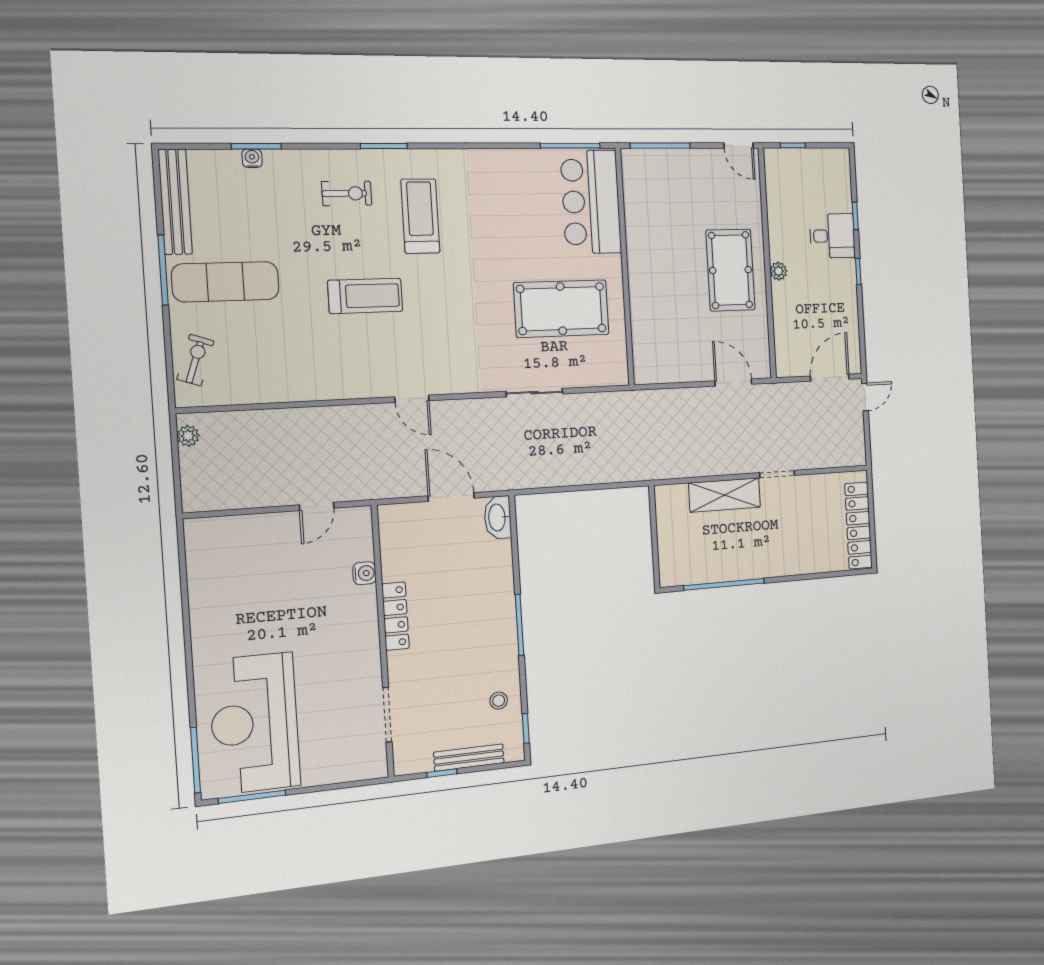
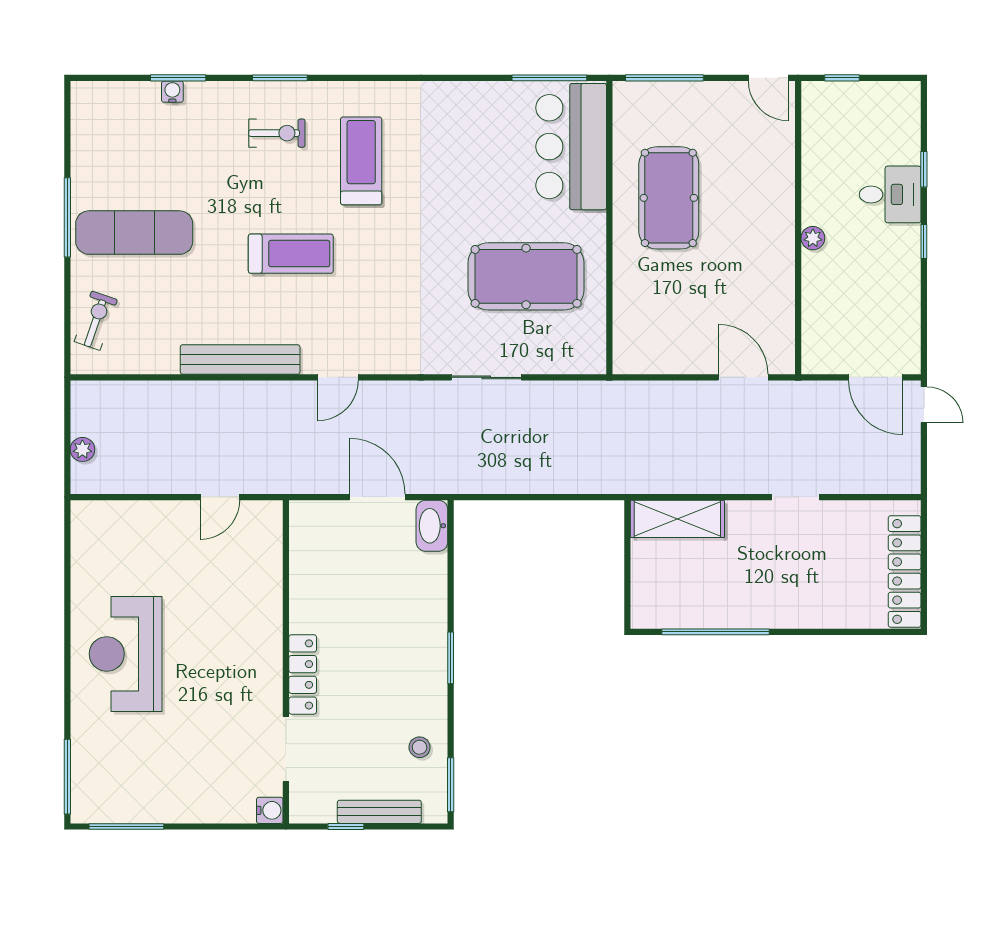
window: (384, 146) -> (280, 78), moved
bench: (175, 202) -> (240, 359), moved, turned 90
pool table: (730, 270) -> (669, 198), moved
door: (830, 378) -> (876, 377), swing flipped
door: (865, 397) -> (924, 405), hinge flipped
door: (412, 399) -> (338, 377), hinge flipped
plant: (188, 436) -> (82, 449), moved
shelving: (725, 495) -> (677, 519), moved
water cooler: (364, 573) -> (270, 810), moved
locker: (395, 616) -> (303, 674), moved
window: (519, 625) -> (451, 658), width x0.69
reception desk: (255, 723) -> (126, 654), moved, width x0.74, depth x0.77
window: (526, 728) -> (451, 785), width x1.50

